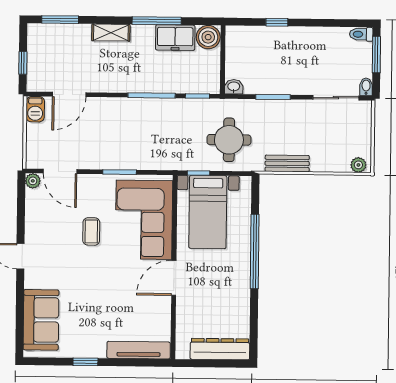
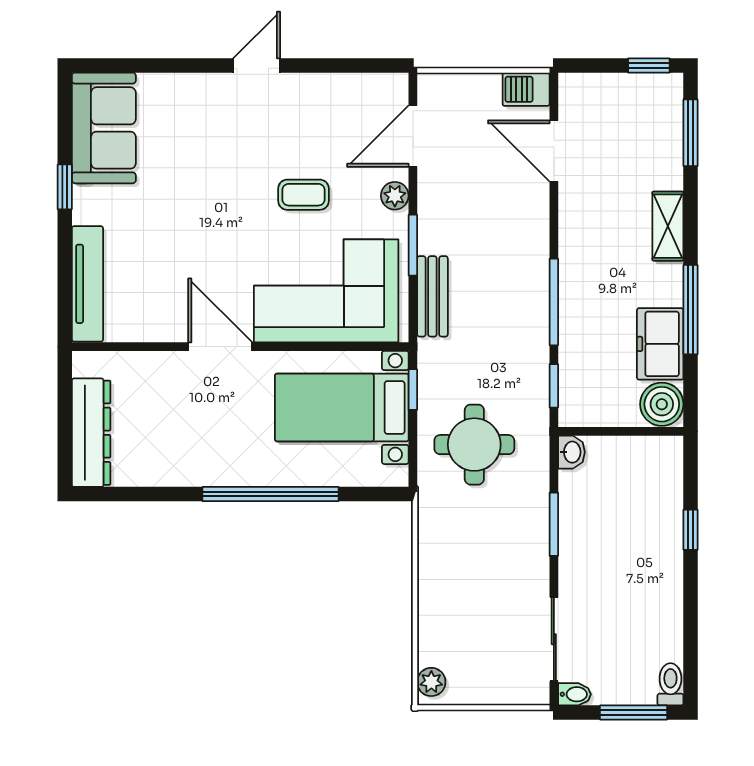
window: (23, 63) -> (649, 66), moved
bench: (287, 163) -> (432, 296), moved
plant: (33, 181) -> (395, 196), moved
sofa: (41, 320) -> (104, 128), moved, turned -90

